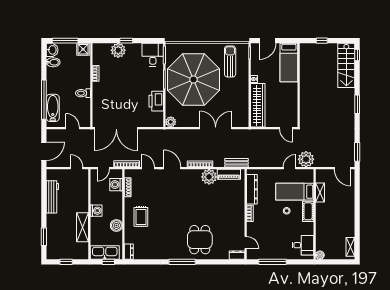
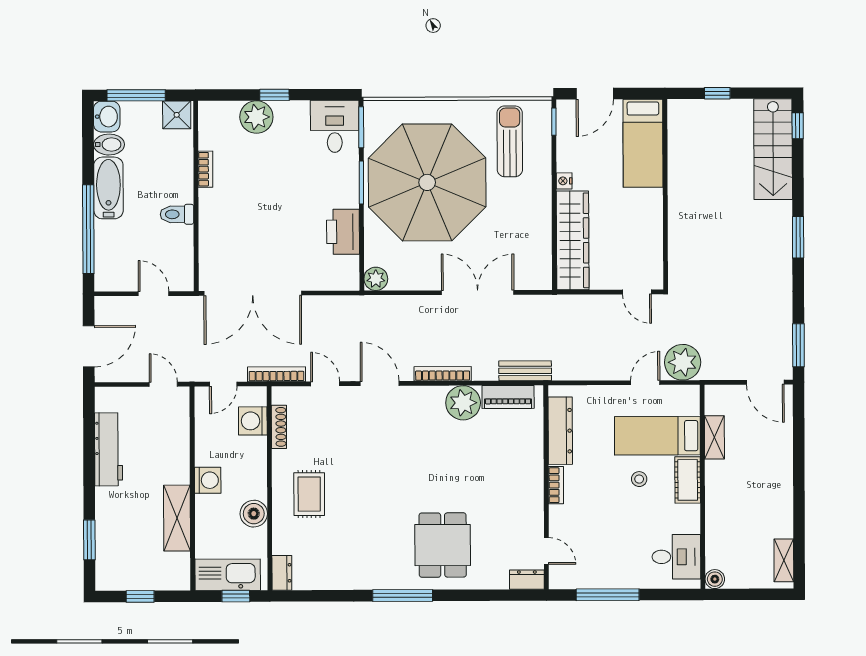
bathtub: (53, 108) -> (108, 188), moved

